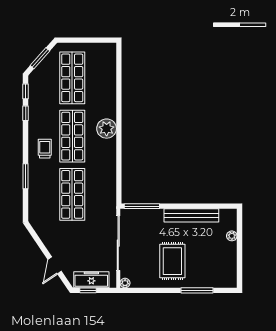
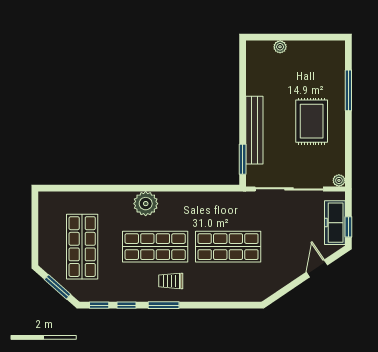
shop shelf: (72, 78) -> (82, 247), turned 90
window: (26, 176) -> (164, 305), moved
window: (142, 206) -> (243, 159), width x0.69
bench: (191, 215) -> (254, 130), moved
rug: (172, 261) -> (312, 121), turned 90
door: (55, 265) -> (317, 269), swing flipped

